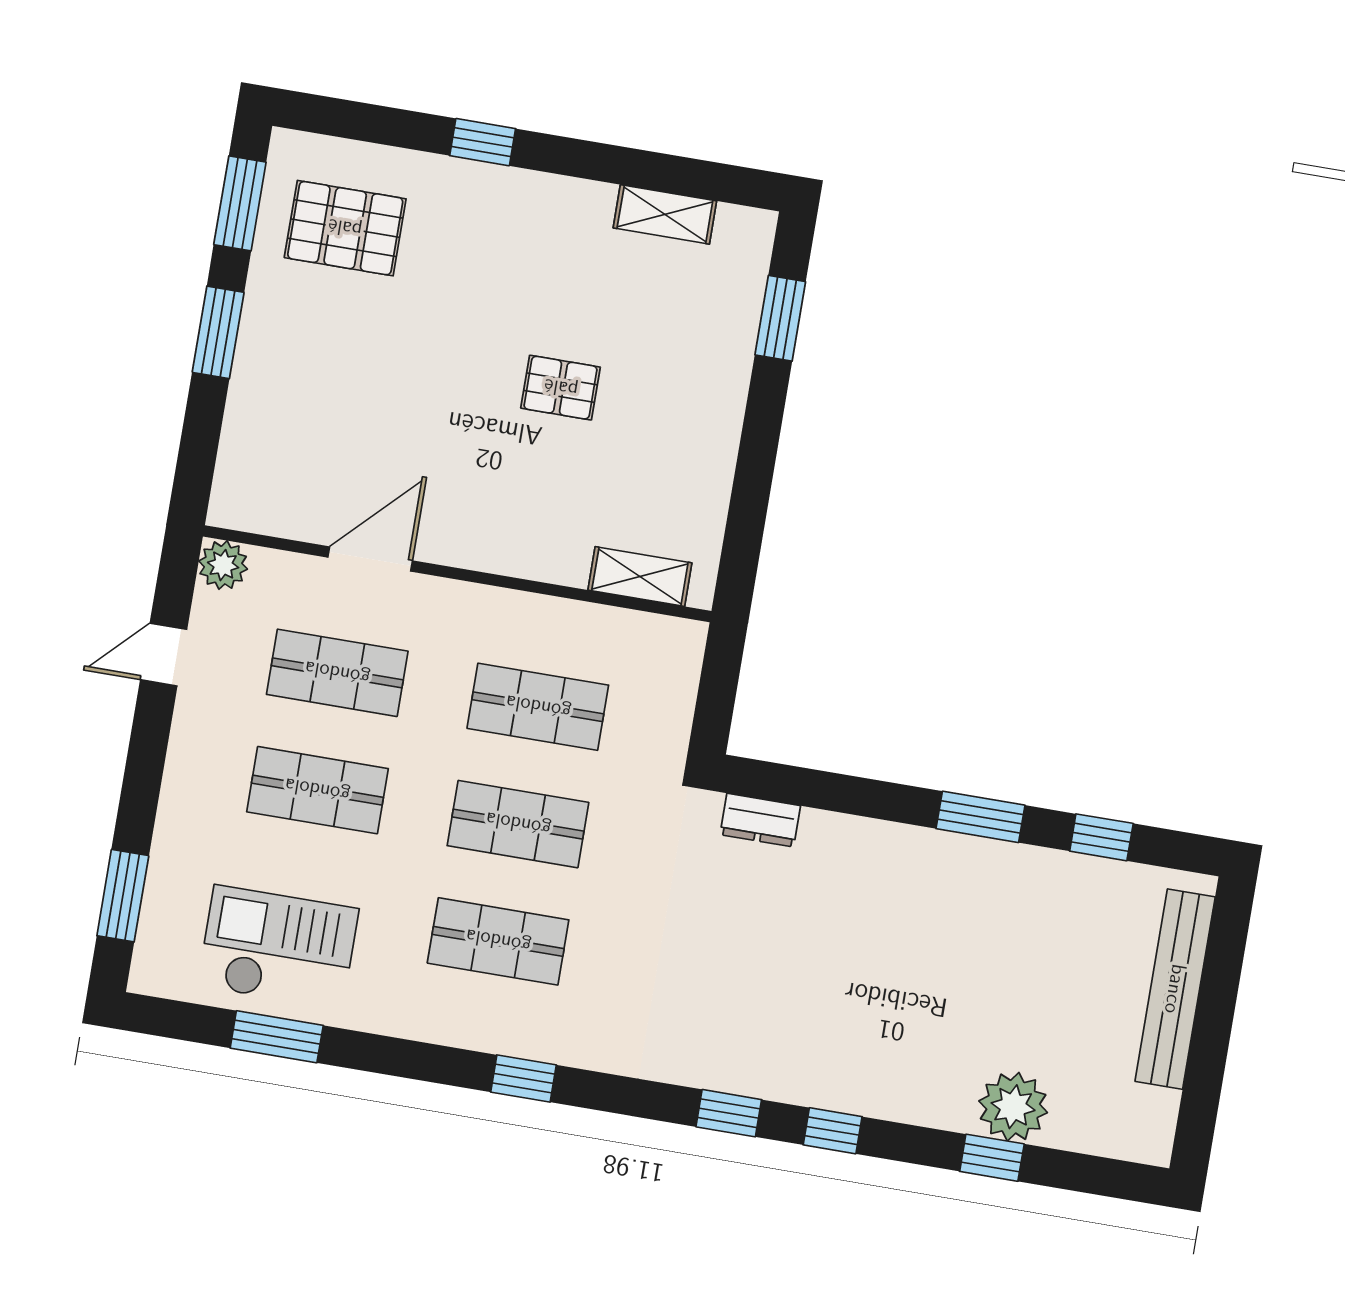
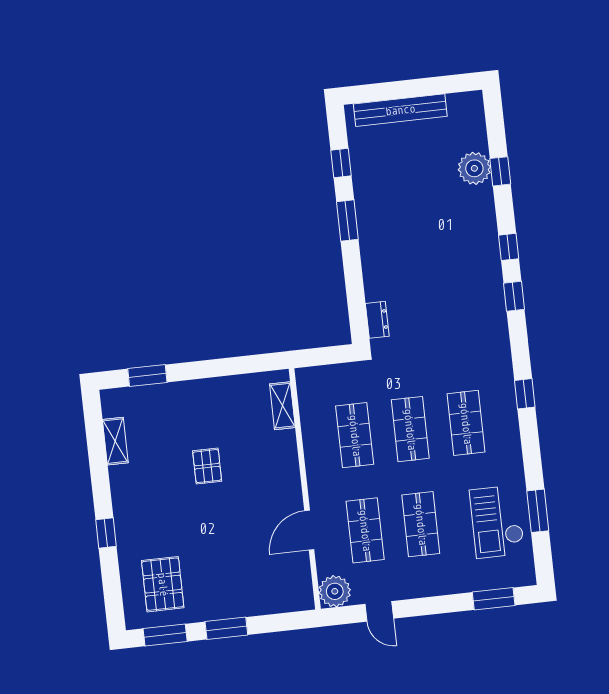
door: (370, 559) -> (309, 530), hinge flipped
plant: (223, 565) -> (335, 591), width x1.36, depth x1.36

